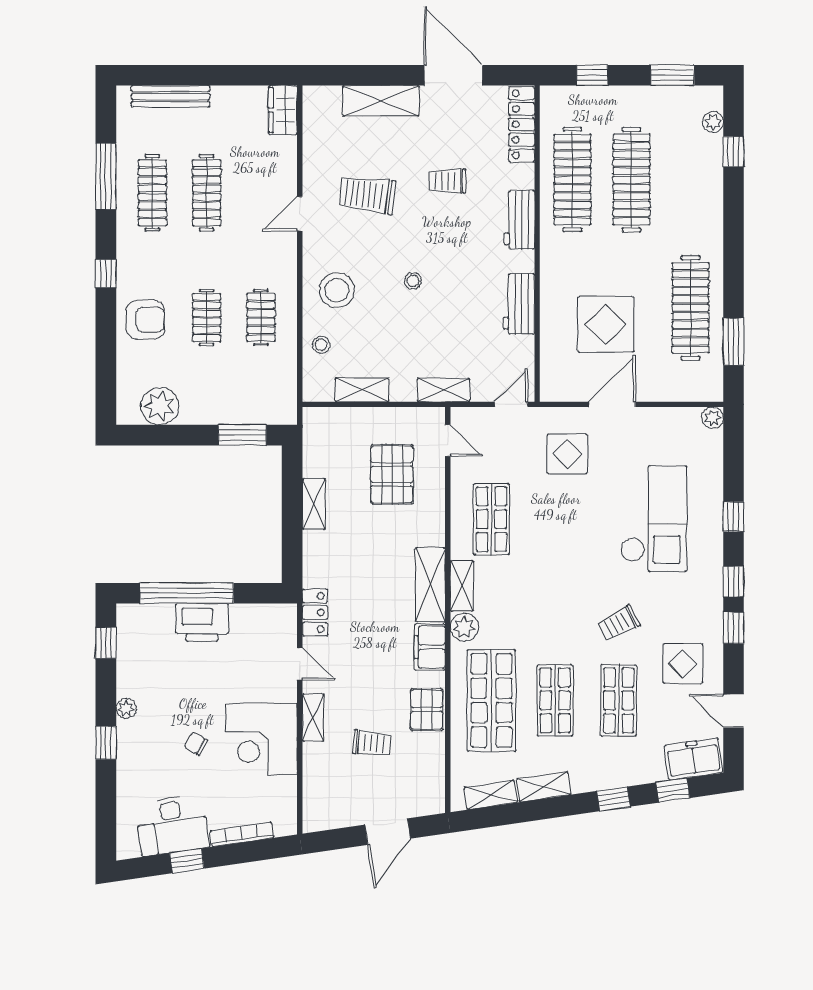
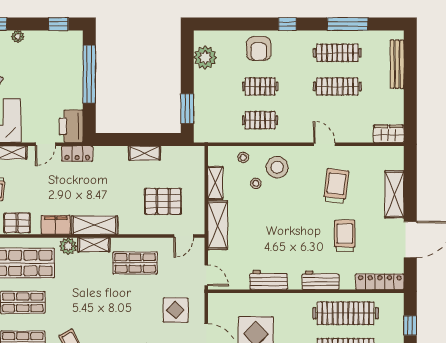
trolley: (448, 181) -> (345, 236), width x1.36, depth x1.39
stool: (413, 281) -> (256, 183), moved
shelving: (443, 390) -> (218, 225), width x1.50, depth x1.33
printer: (202, 622) -> (71, 126), moved

